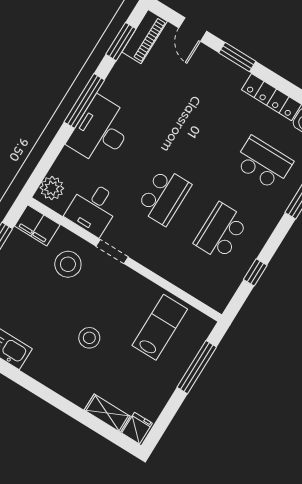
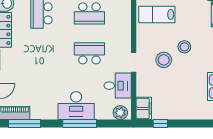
window: (121, 42) -> (25, 124), width x1.44
window: (84, 101) -> (80, 124), moved
stool: (68, 264) -> (164, 60), moved

